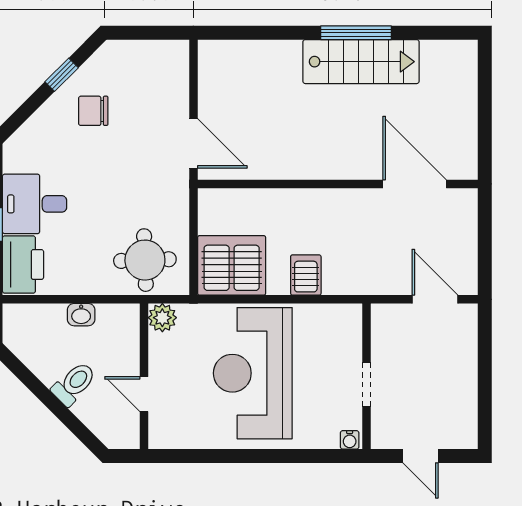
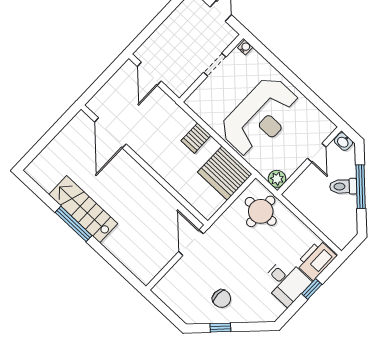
washbasin: (81, 315) -> (343, 142), moved, turned 180
window: (53, 403) -> (361, 187), added

